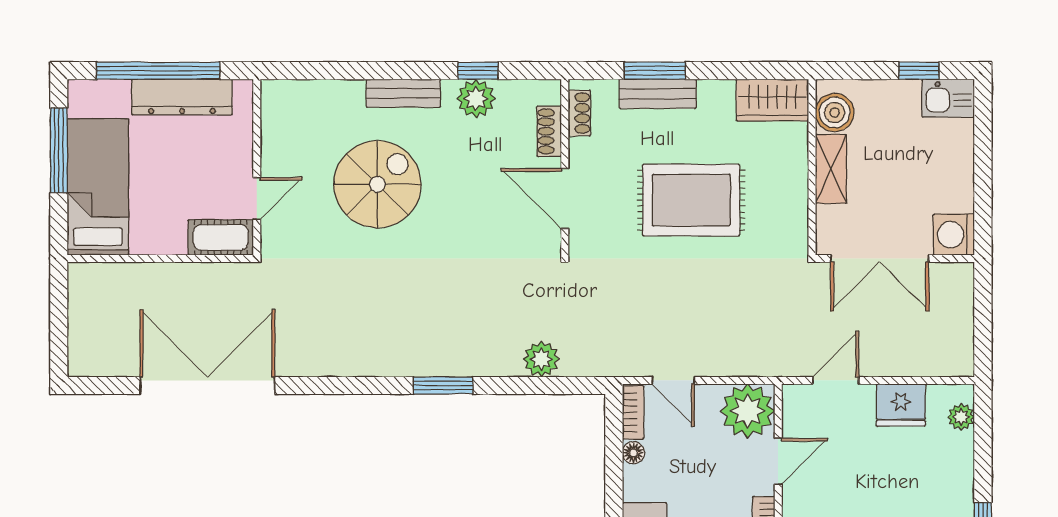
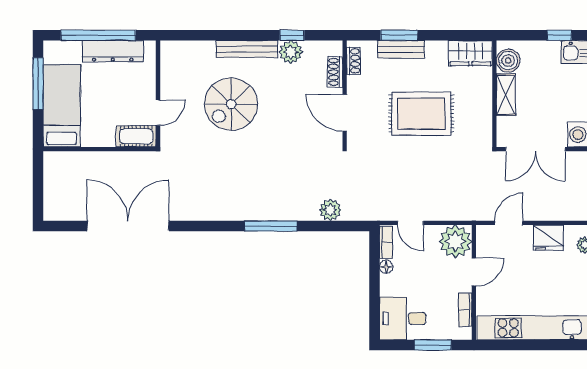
bench: (403, 93) -> (247, 49), width x1.36
spiral stairs: (377, 184) -> (231, 104), turned 180
window: (443, 385) -> (271, 226), width x1.44

